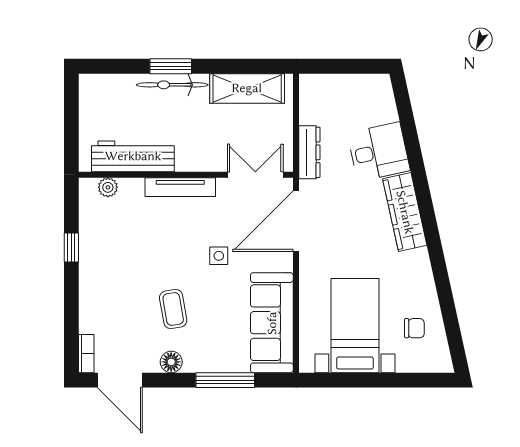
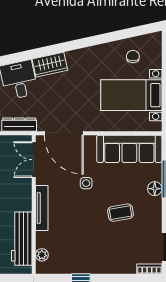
wardrobe: (405, 212) -> (50, 65), width x0.67
floor lamp: (171, 362) -> (155, 189), moved

